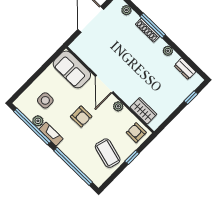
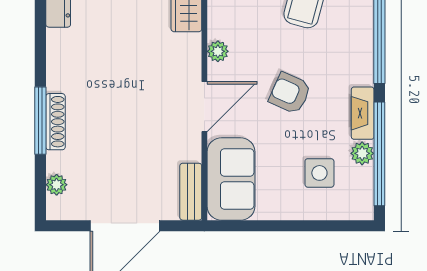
plant: (168, 51) -> (56, 59), removed
bench: (81, 52) -> (191, 192), added
armchair: (81, 117) -> (290, 93), turned -66

